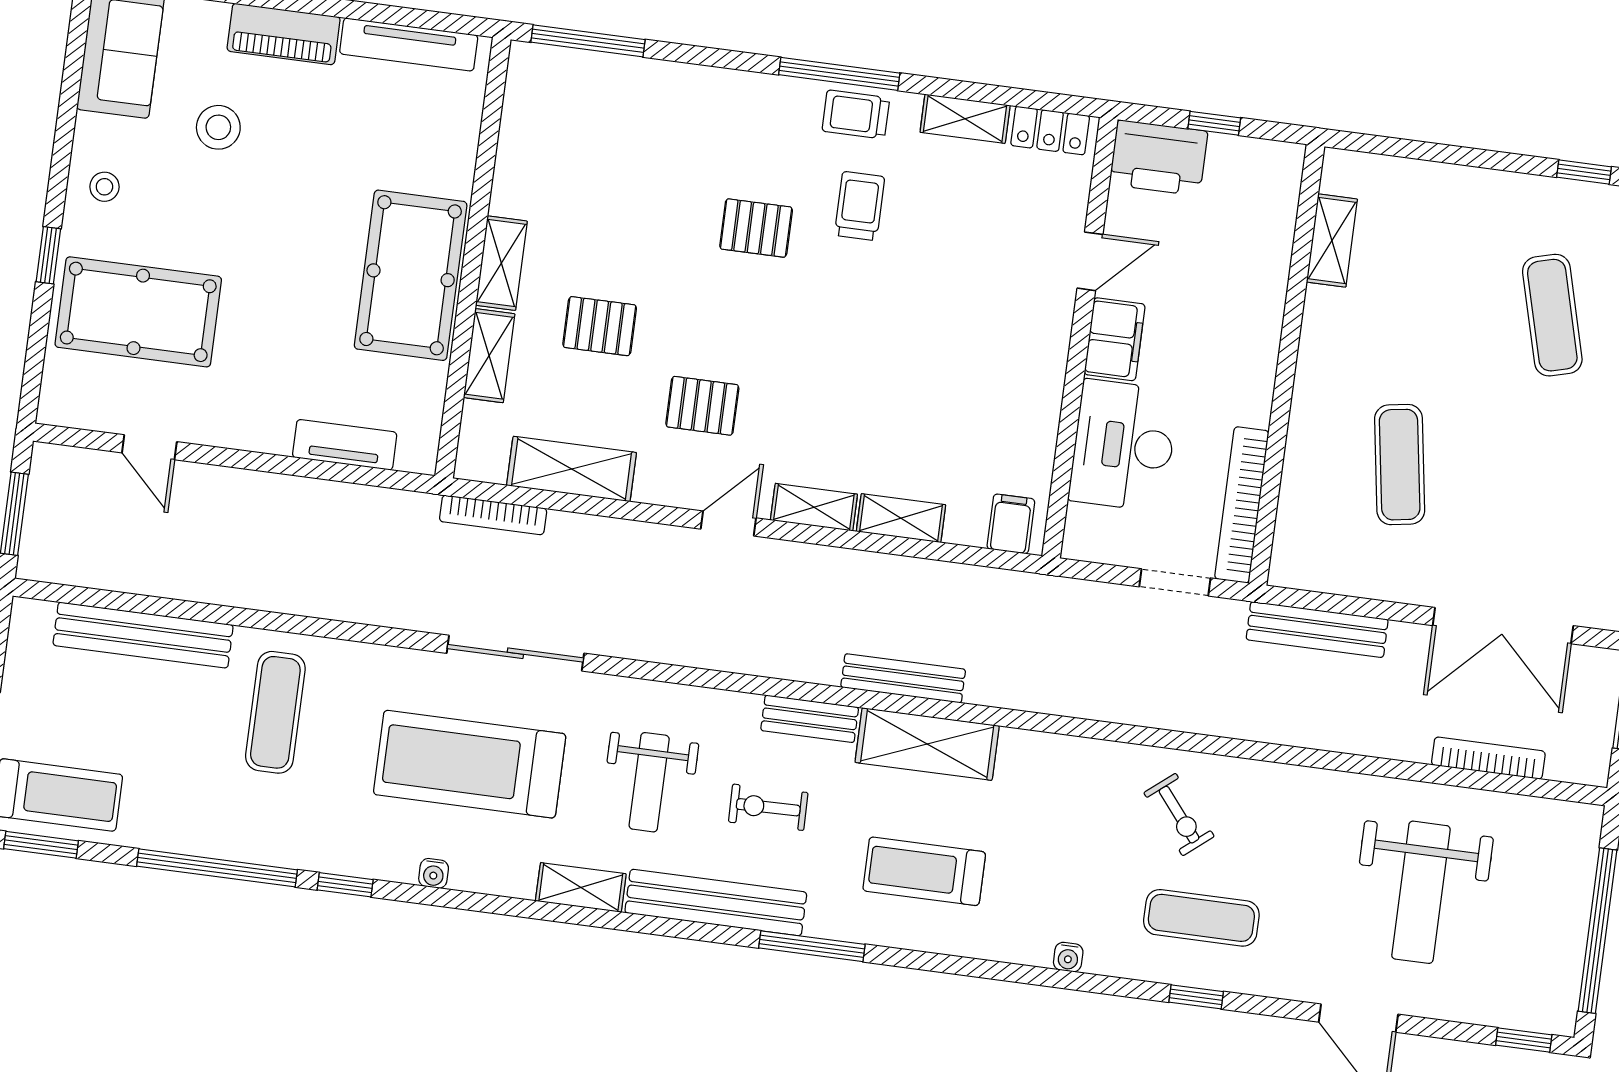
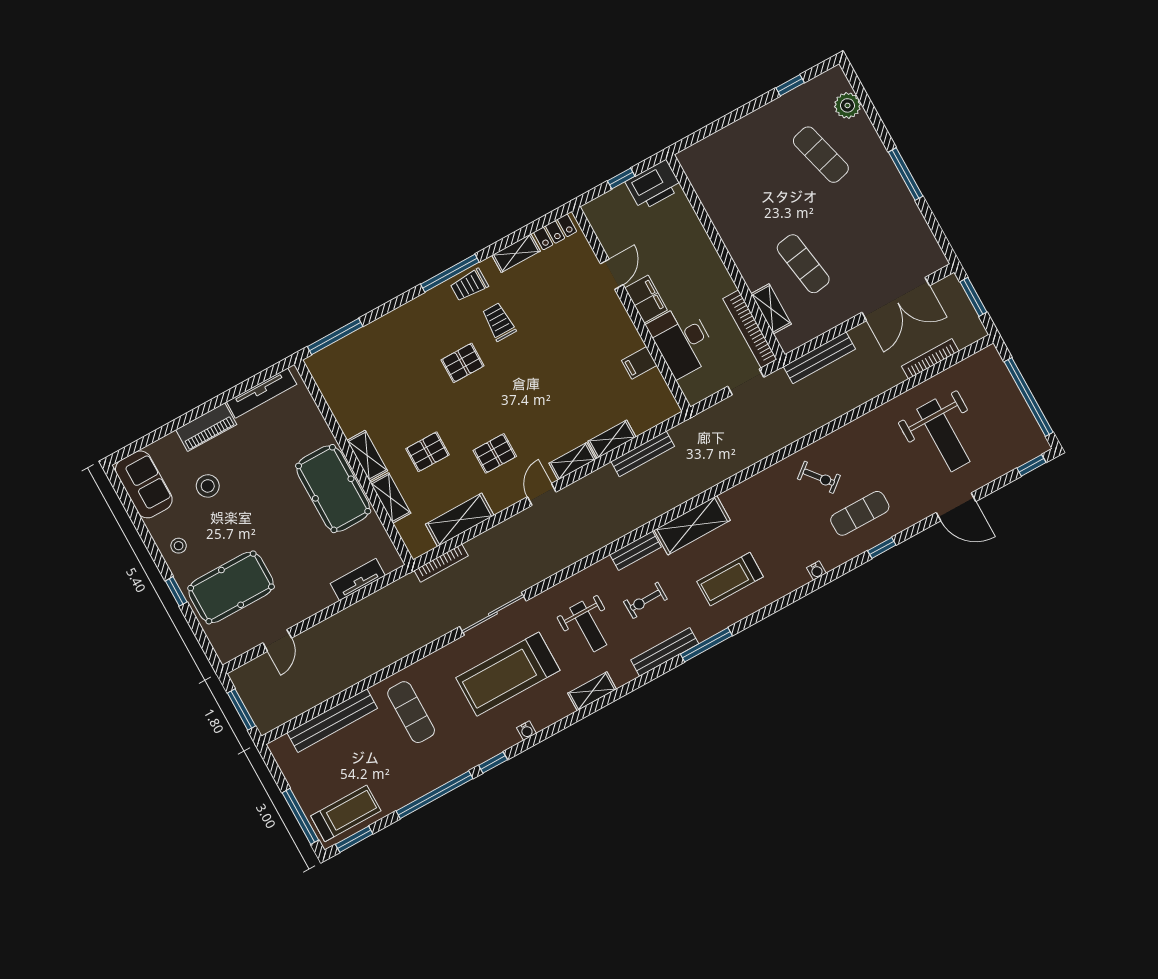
printer: (1158, 158) -> (654, 185), moved
shelving: (1332, 241) -> (771, 309), moved
door: (149, 447) -> (277, 640), hinge flipped
filing cabinet: (1011, 524) -> (639, 363), moved, turned -90
bench: (903, 678) -> (643, 454), moved
bench: (716, 902) -> (665, 652), width x0.73, depth x0.82

